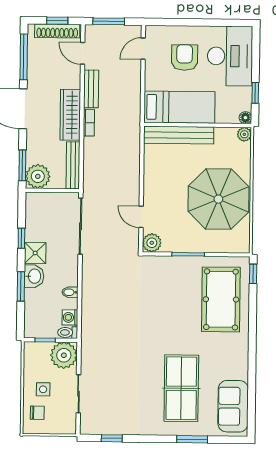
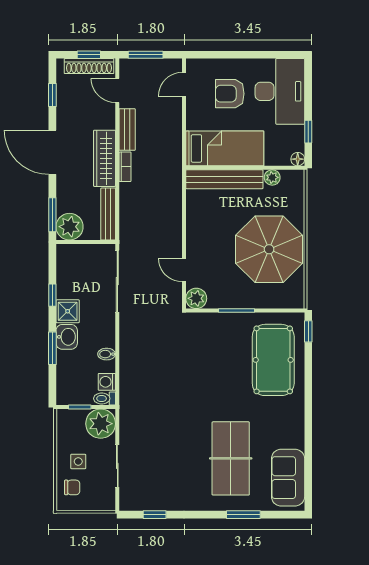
window: (24, 57) -> (52, 95), width x0.46
armchair: (185, 58) -> (230, 94), turned -90
plant: (244, 134) -> (272, 177), moved

